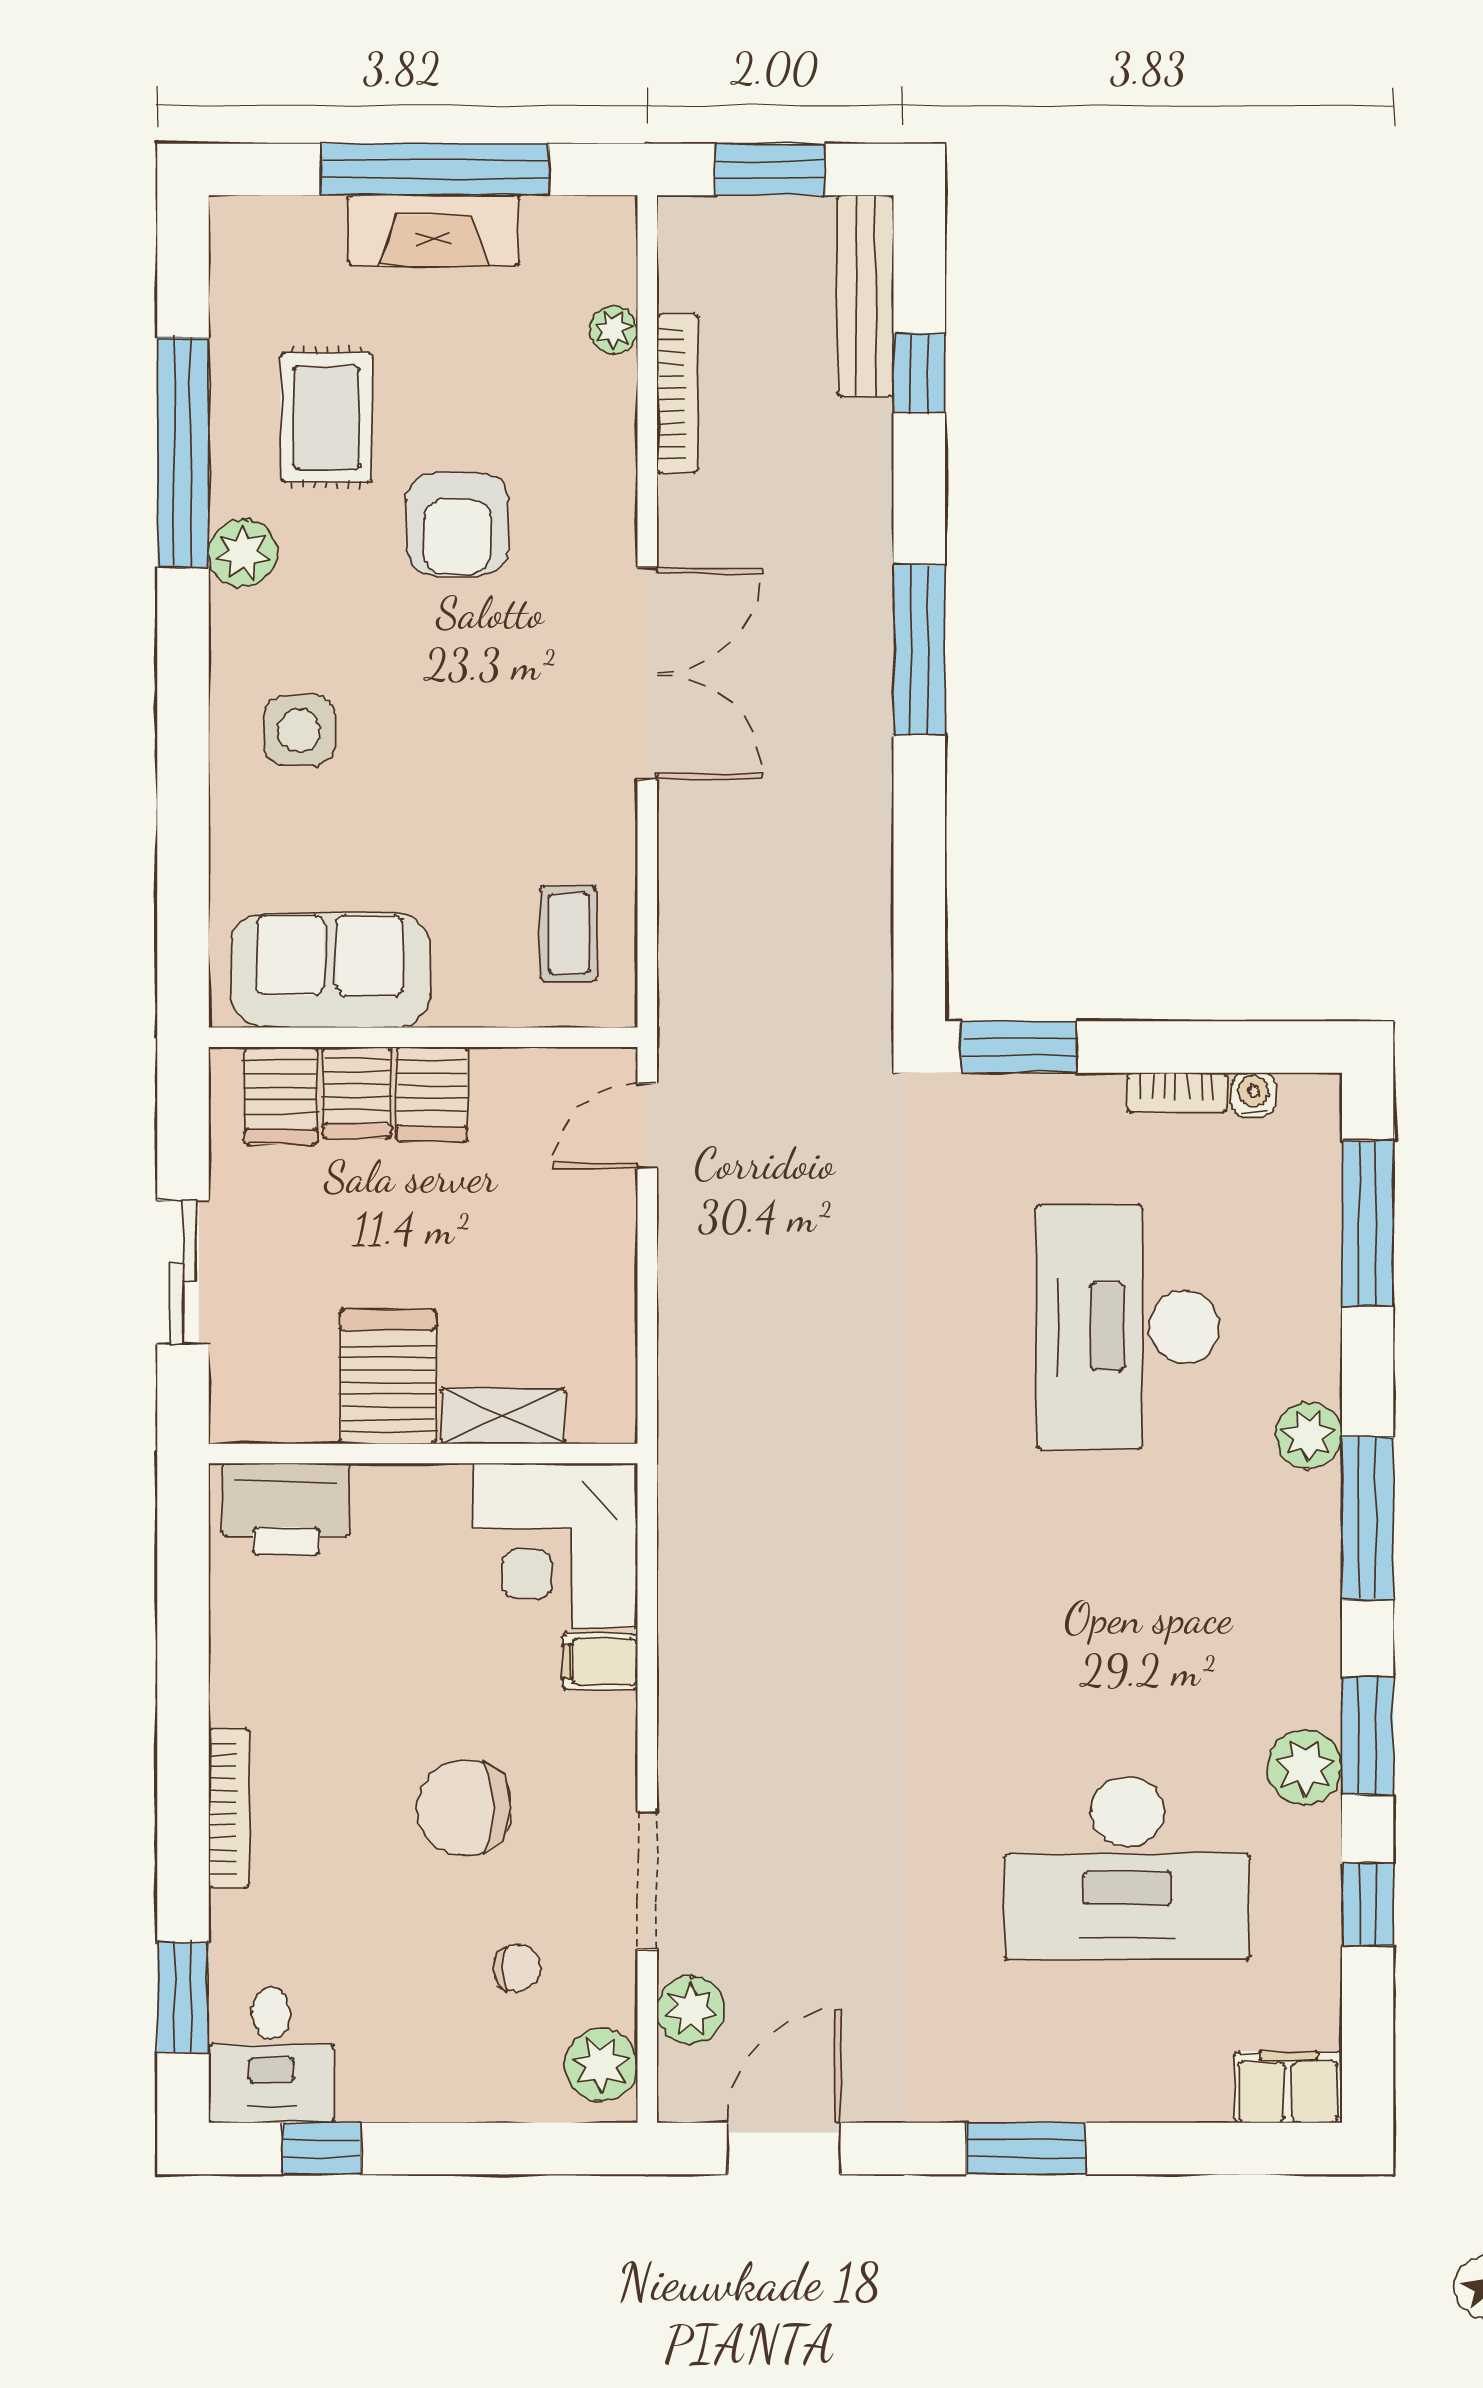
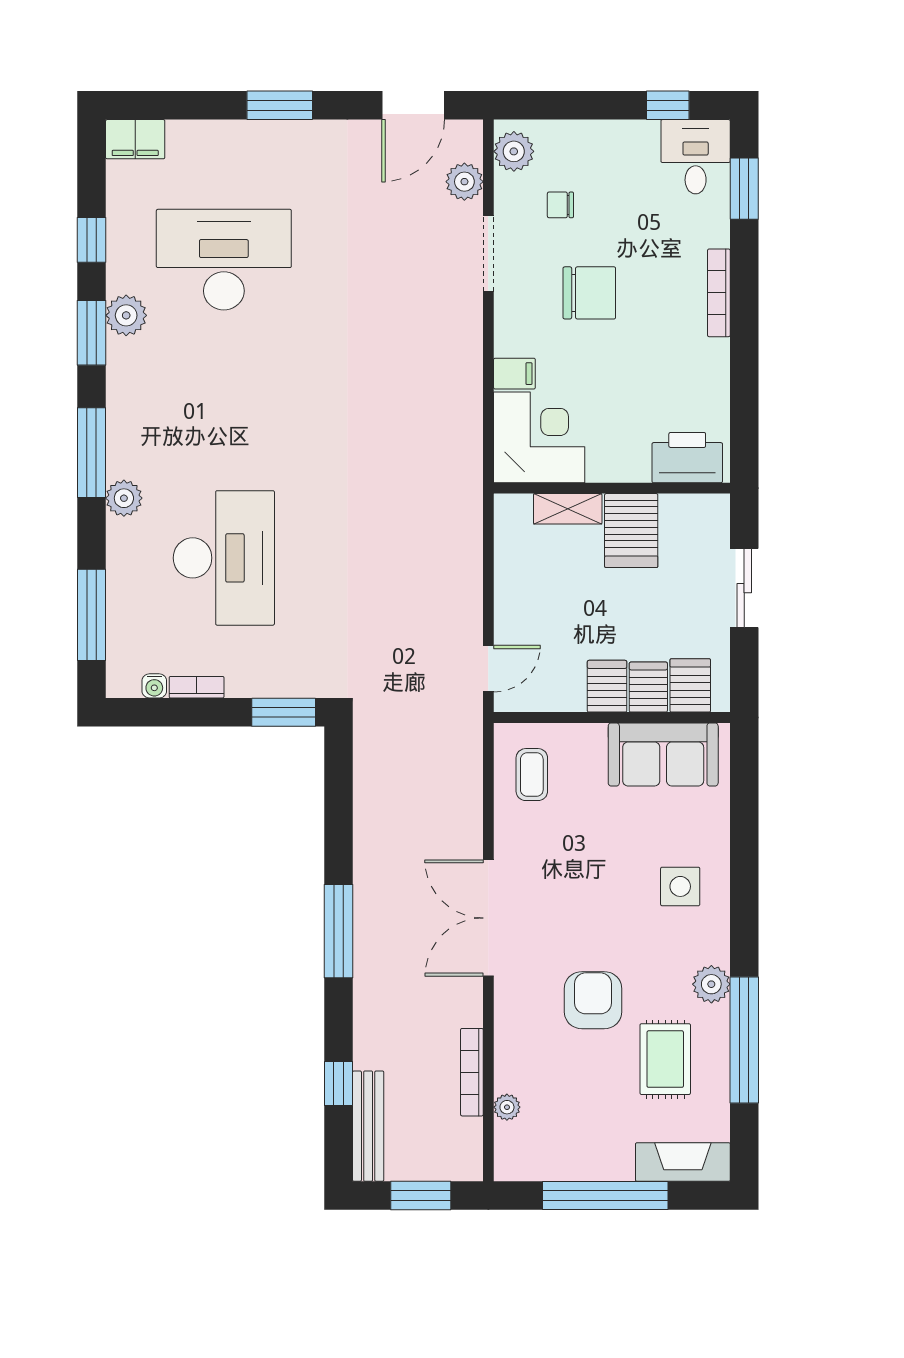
fireplace: (433, 230) -> (683, 1162), moved

